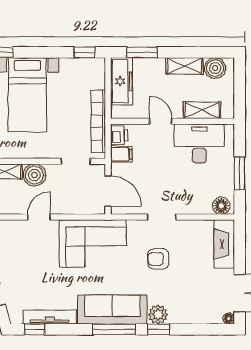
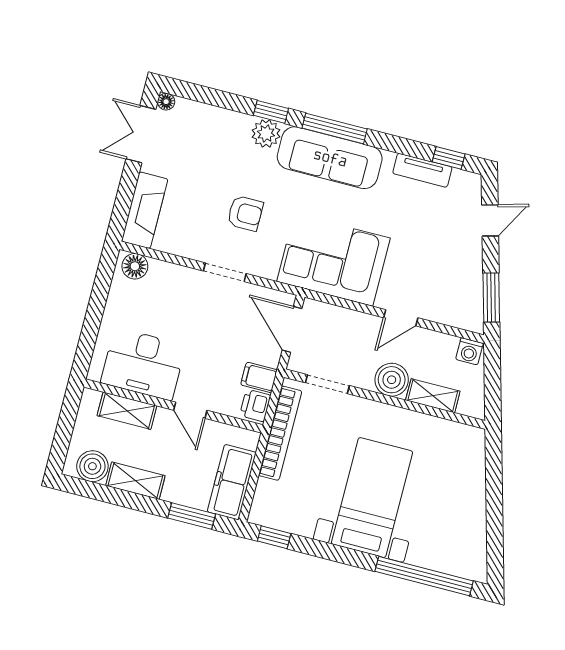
window: (240, 173) -> (96, 306), removed
tv unit: (50, 317) -> (422, 170), width x0.71

